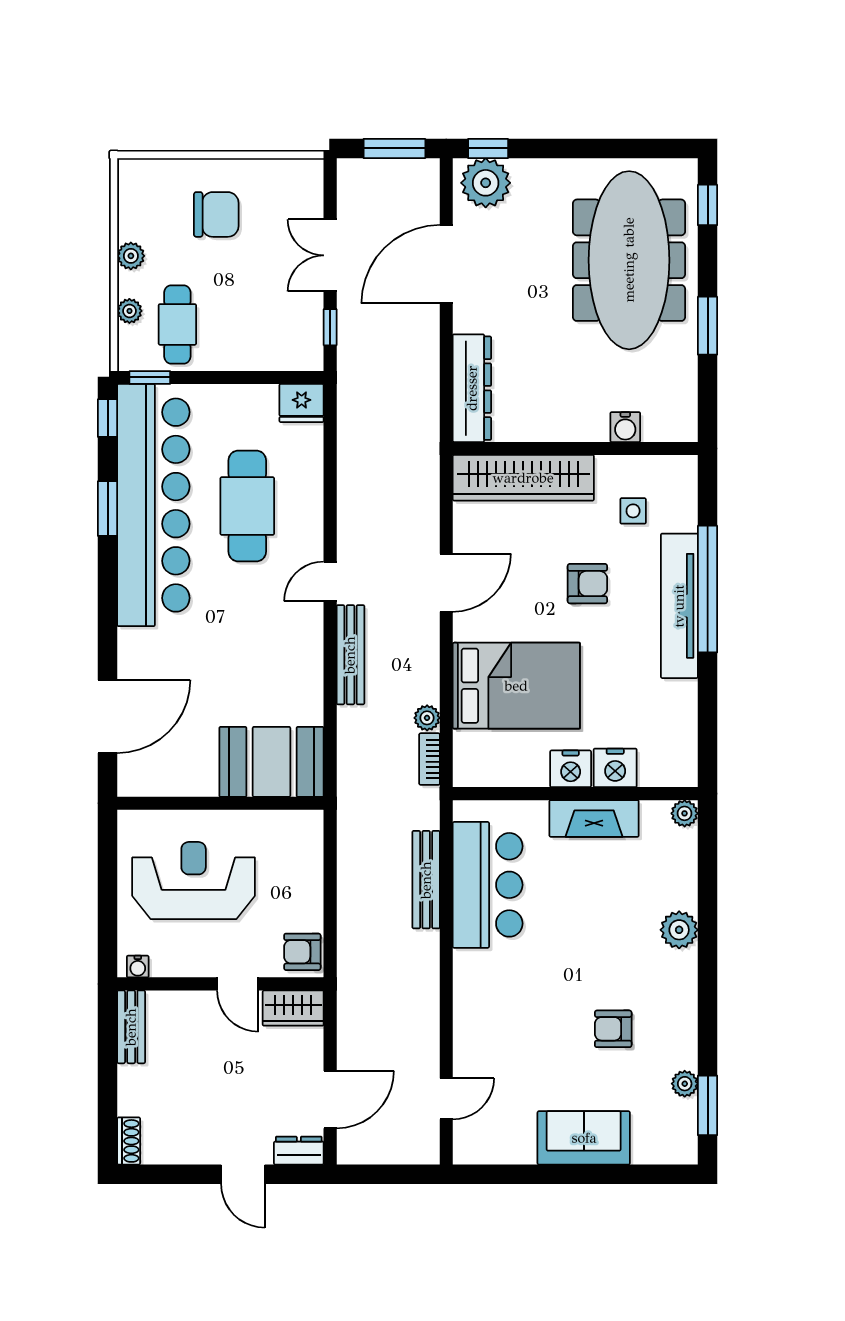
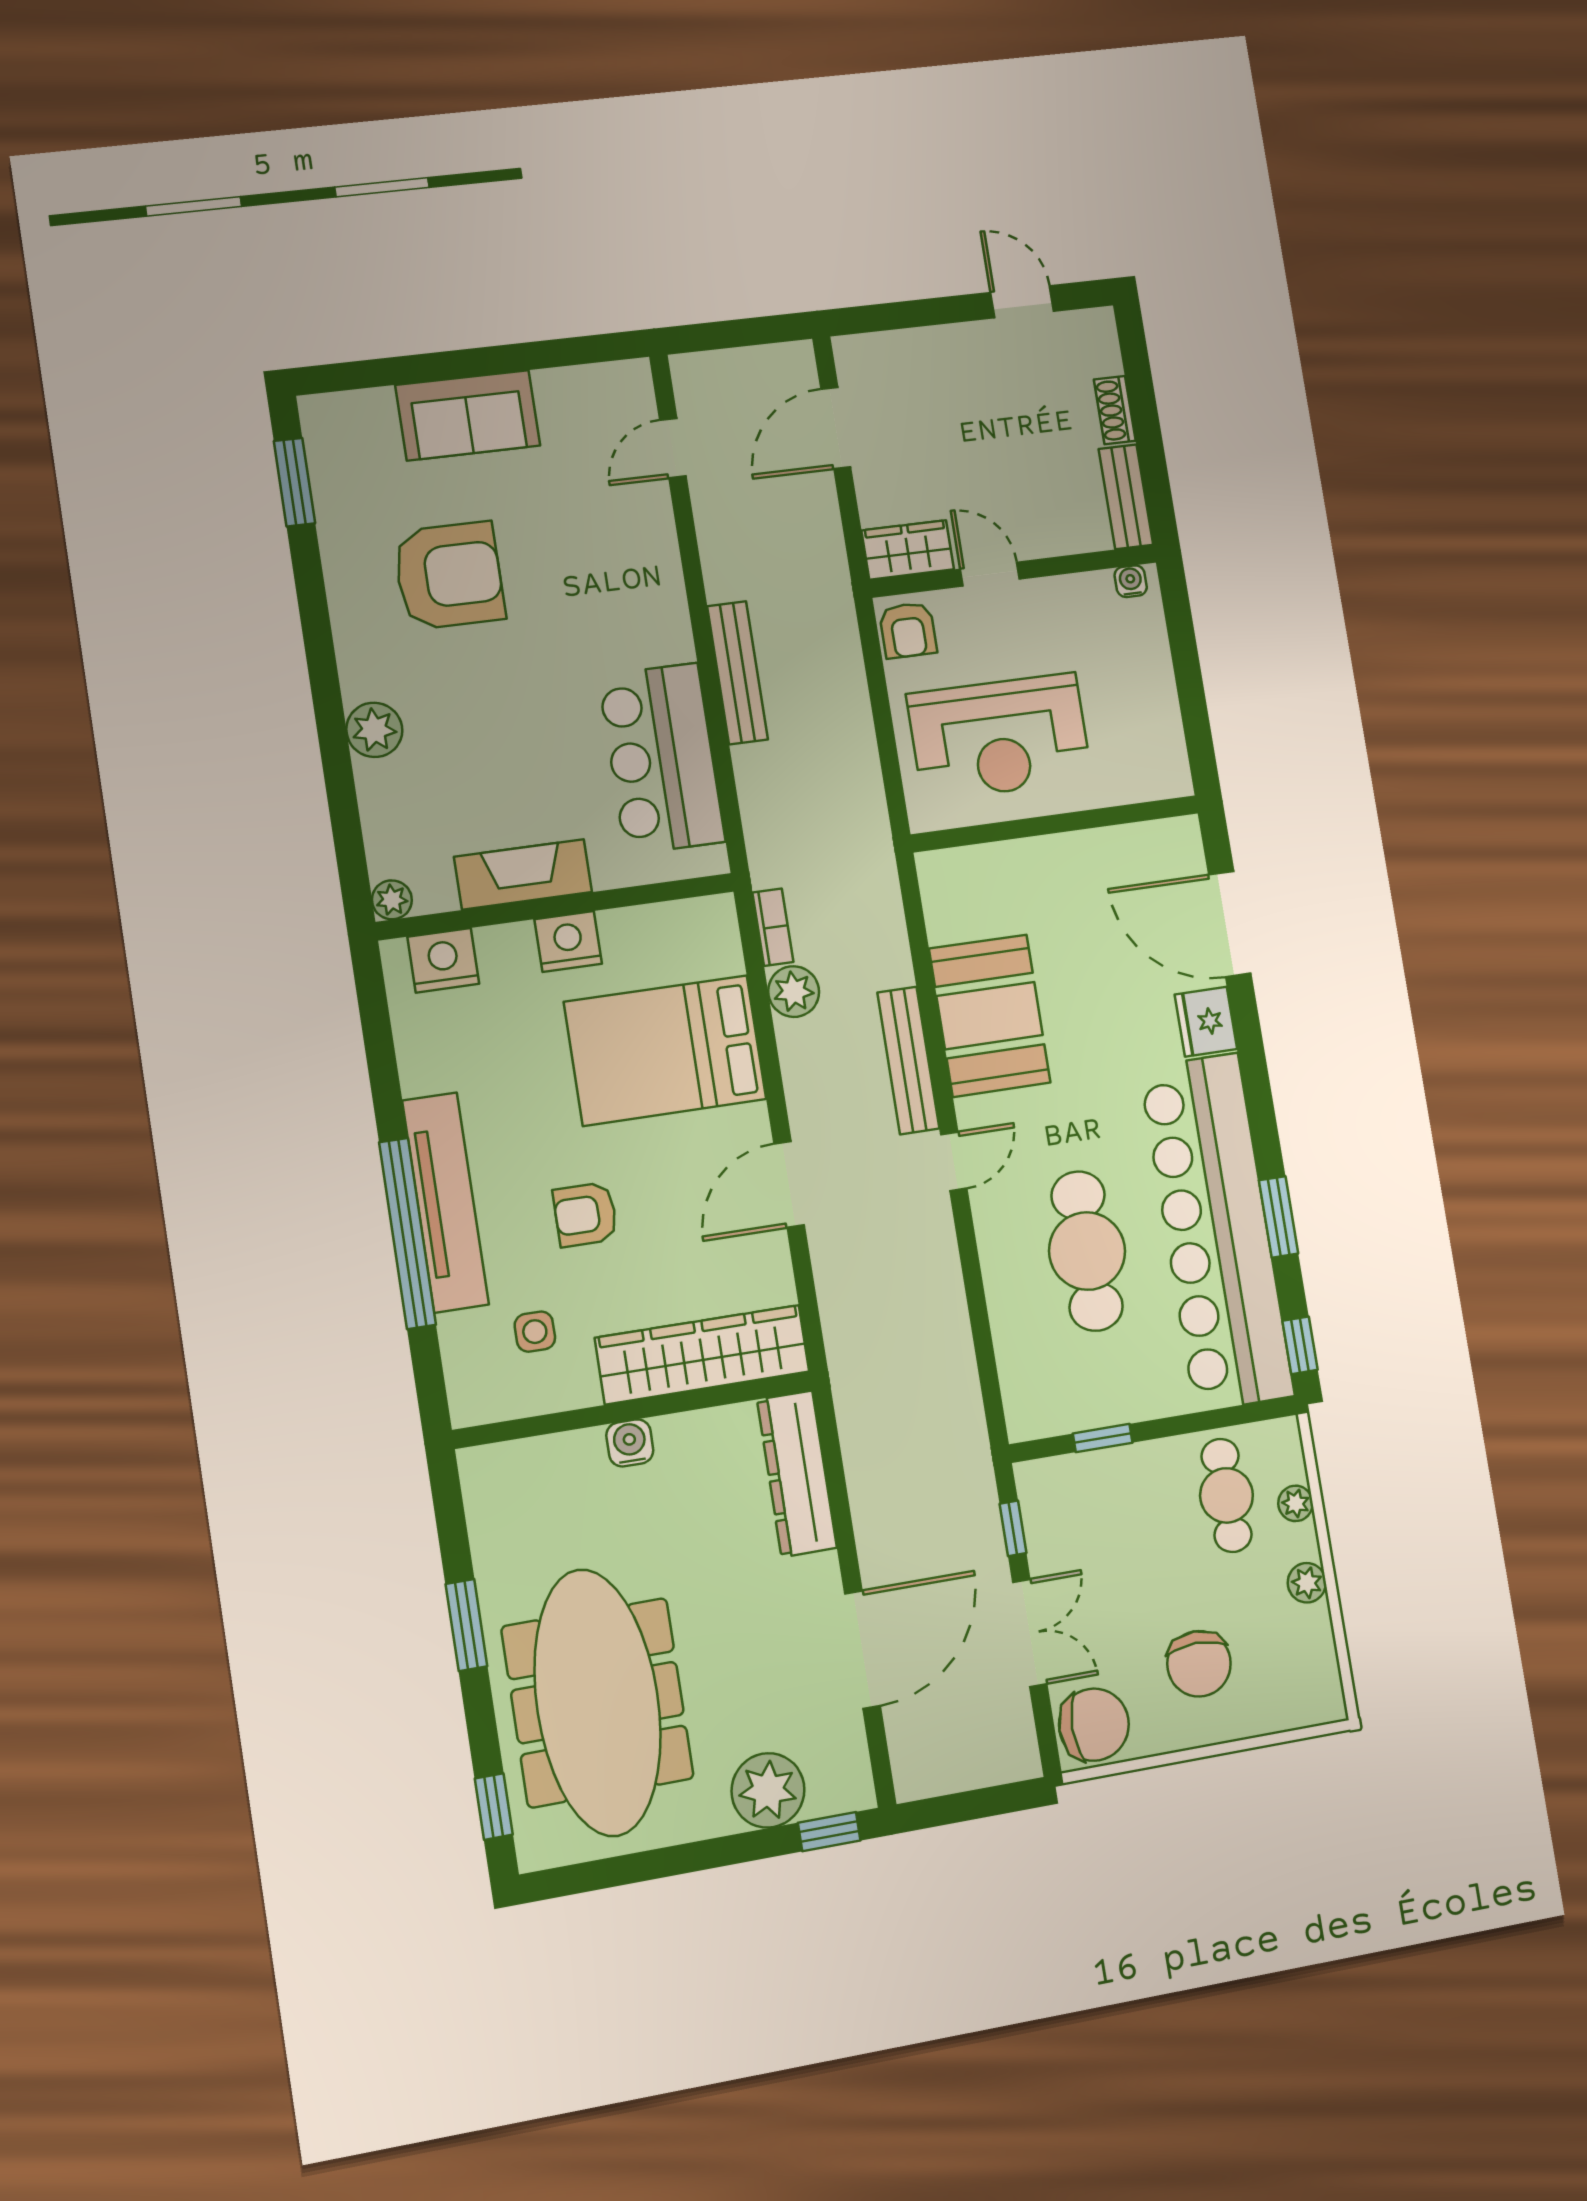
window: (394, 148) -> (964, 1807), removed
plant: (486, 183) -> (768, 1790), moved
chair: (296, 187) -> (1094, 1725), added
chair: (216, 214) -> (1199, 1664), turned -90
window: (150, 377) -> (1103, 1438), moved
fridge: (302, 403) -> (1206, 1022), moved, turned -90
water cooler: (625, 427) -> (630, 1443), moved
door: (108, 716) -> (1230, 924), hinge flipped
plant: (427, 718) -> (794, 992), width x1.38, depth x1.38
booth: (271, 762) -> (990, 1016), moved, turned 90
nightstand: (615, 768) -> (443, 960), moved
bench: (426, 880) -> (737, 673), moved
reception desk: (194, 881) -> (1000, 737), moved
armchair: (302, 952) -> (908, 630), turned 90
armchair: (613, 1029) -> (449, 576), width x1.88, depth x1.88
plant: (685, 1084) -> (333, 509), removed
shoe rack: (129, 1141) -> (1115, 410), moved
dresser: (299, 1151) -> (868, 352), removed
door: (243, 1174) -> (1022, 302), moved

